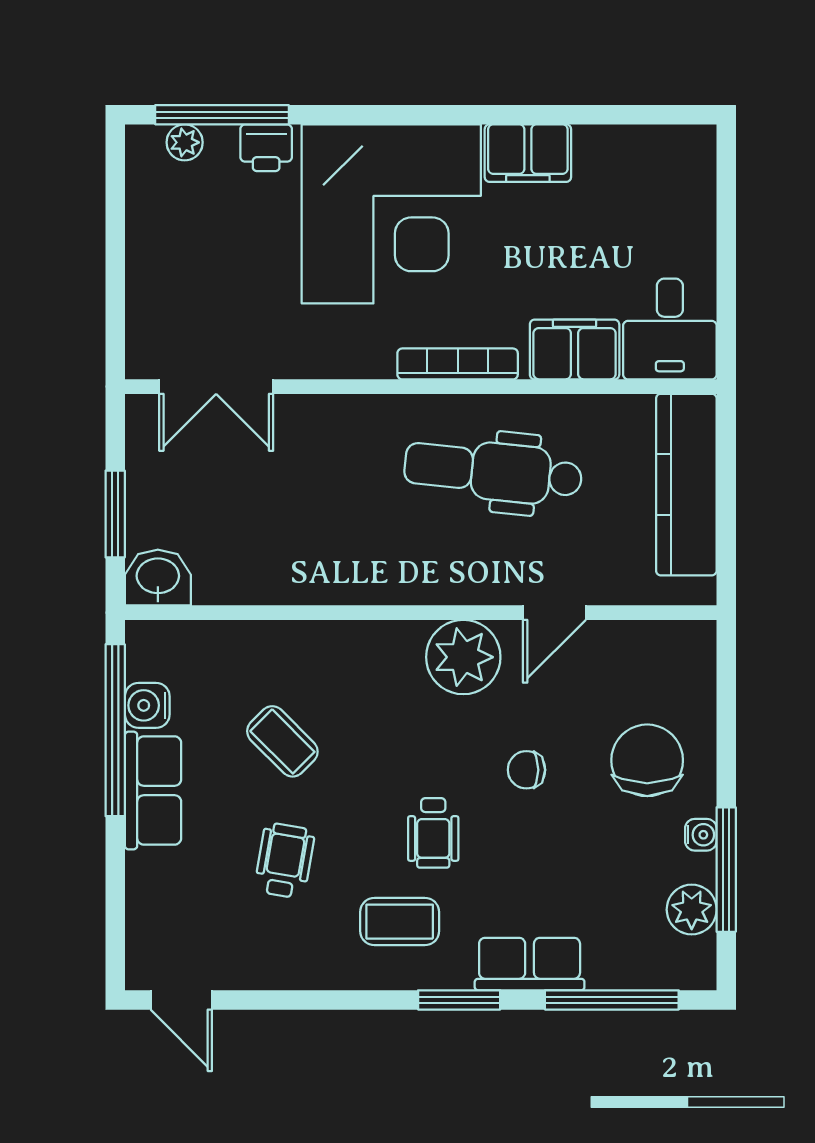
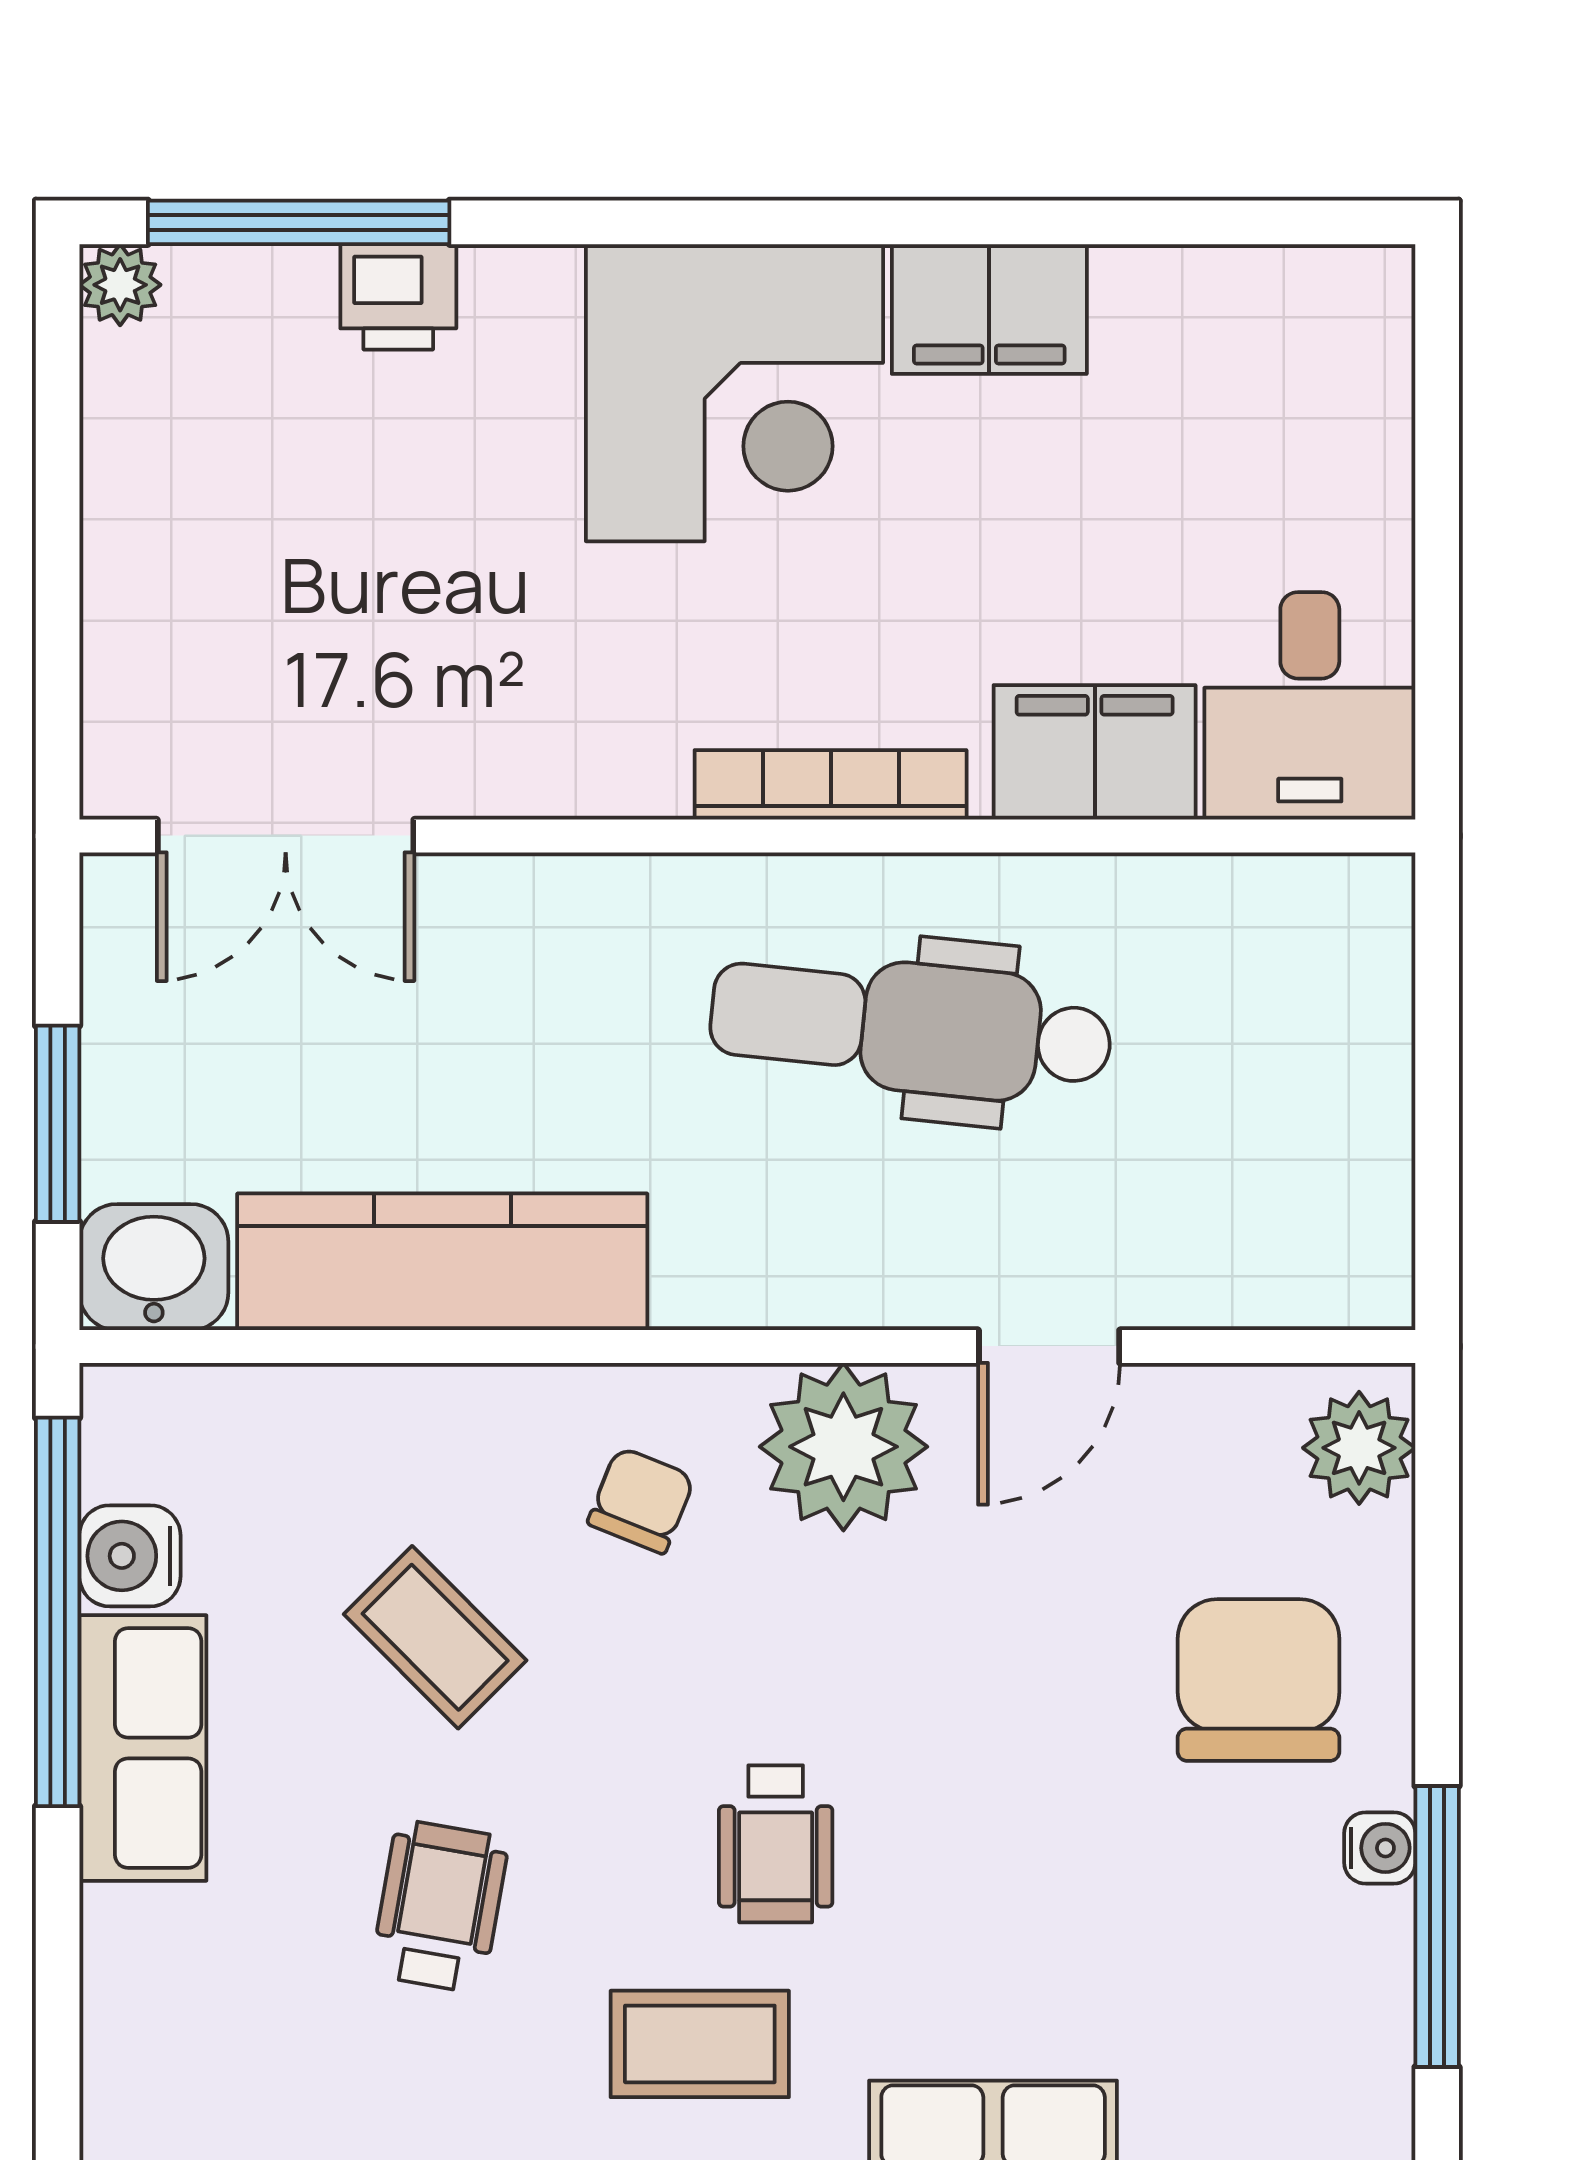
plant: (185, 142) -> (120, 285), moved
corner desk: (391, 214) -> (734, 393), width x0.74, depth x0.74
kitchen counter: (686, 485) -> (442, 1262), moved, turned 90
chair: (526, 770) -> (641, 1500), moved, turned 112
plant: (692, 910) -> (1359, 1448), moved

